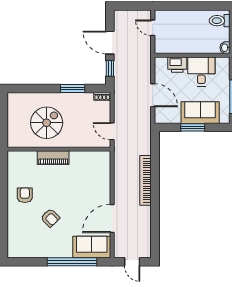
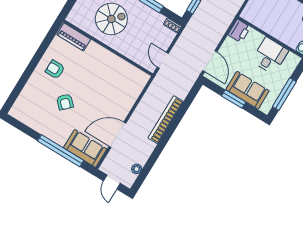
printer: (177, 65) -> (239, 31), moved, turned -90
door: (153, 95) -> (210, 61), moved
piano: (53, 158) -> (74, 37), moved
armchair: (25, 195) -> (55, 69), turned -90
plant: (146, 238) -> (137, 169), added

